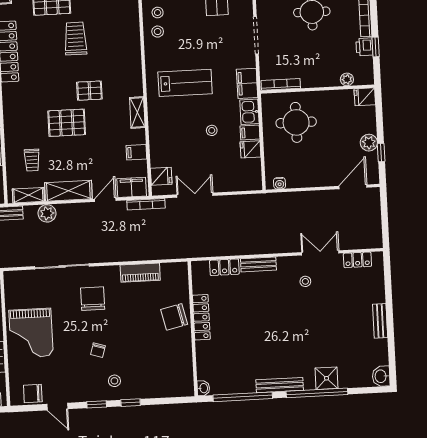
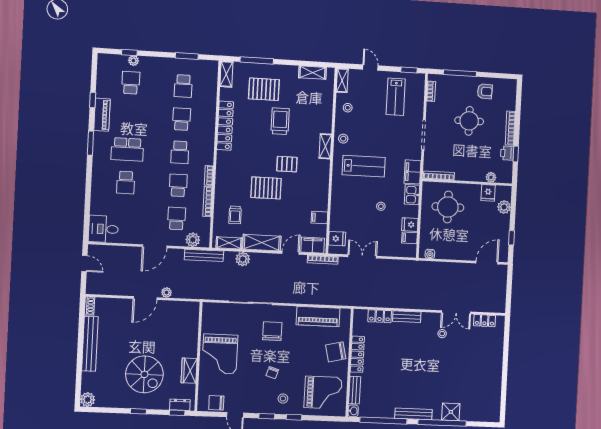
stool: (158, 32) -> (343, 139), moved
fridge: (365, 97) -> (488, 193), moved, turned -90
shelving: (137, 112) -> (325, 146), moved
filing cabinet: (250, 133) -> (409, 238), moved
plant: (369, 143) -> (504, 207), moved
double door: (320, 253) -> (456, 312), swing flipped
piano: (140, 273) -> (318, 317), width x1.37, depth x1.33
bench: (380, 321) -> (355, 390), moved
grand piano: (163, 369) -> (323, 393), added
washbasin: (381, 376) -> (493, 414), removed

